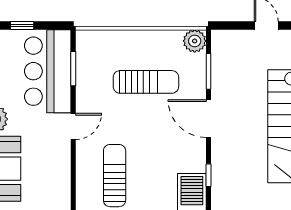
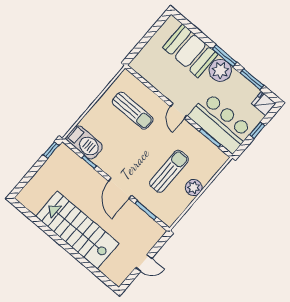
plant: (195, 41) -> (194, 188), moved
sun lounger: (146, 82) -> (169, 171), turned 180
door: (208, 119) -> (120, 188), swing flipped

